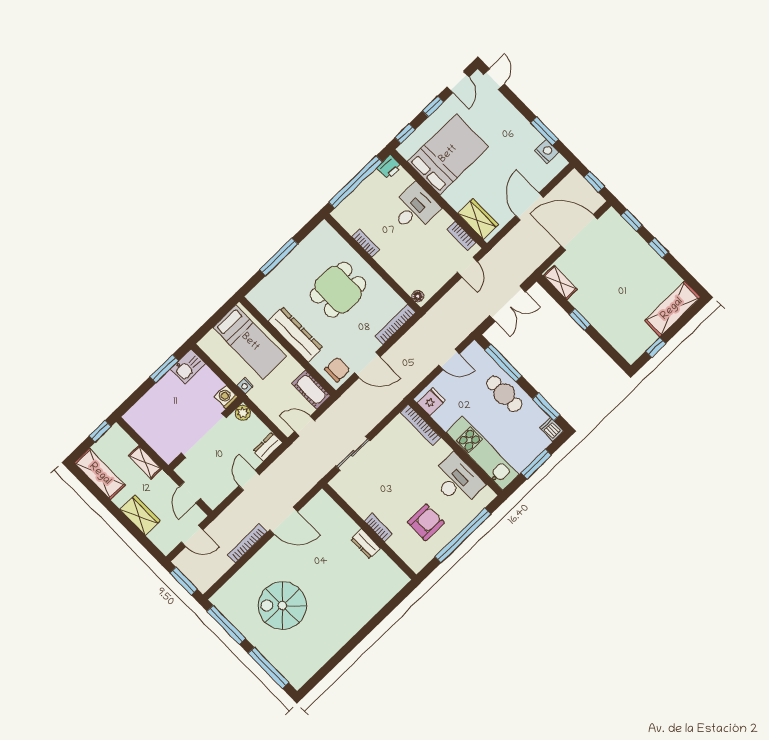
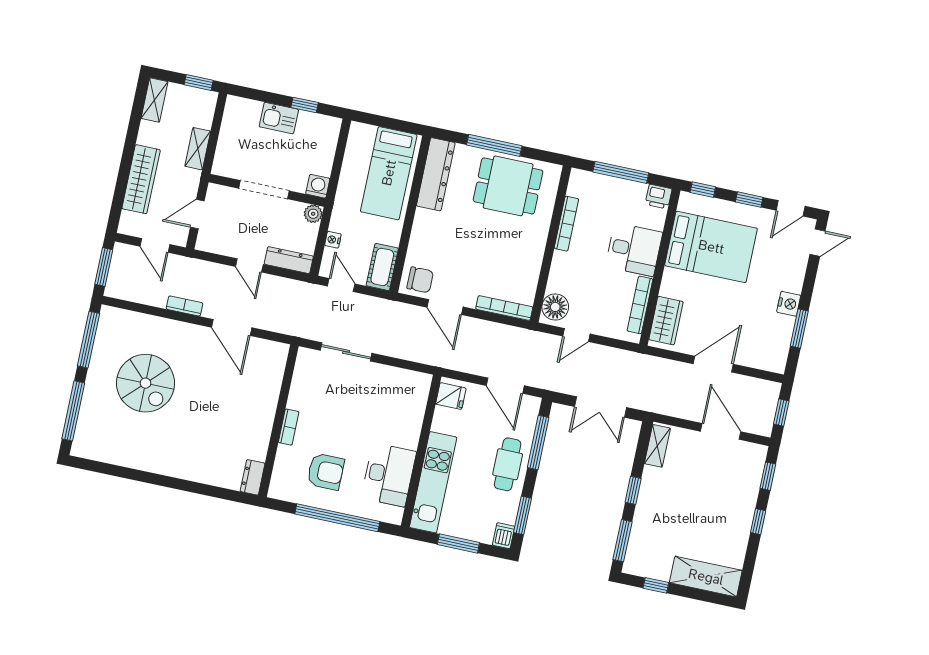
nightstand: (547, 151) -> (789, 304), moved
window: (355, 182) -> (621, 172), width x0.68
door: (579, 232) -> (721, 431), width x0.73
bookcase: (461, 236) -> (640, 305), width x1.56
bookcase: (366, 243) -> (566, 224), width x1.56
door: (467, 267) -> (576, 335), moved
dining table: (338, 290) -> (508, 186), moved
floor lamp: (418, 296) -> (555, 307), width x1.89, depth x1.89
dresser: (295, 334) -> (436, 174), moved
window: (609, 350) -> (623, 541), added
door: (449, 359) -> (505, 386), width x1.38
kitchen sink: (188, 366) -> (279, 118), moved
window: (164, 369) -> (305, 105), width x0.67
nightstand: (245, 386) -> (333, 240), moved
bookcase: (420, 425) -> (420, 401), removed
doorway: (204, 435) -> (264, 190), width x0.73
dresser: (268, 447) -> (289, 260), width x1.44
shelving: (100, 474) -> (154, 100), width x0.67, depth x0.75
door: (249, 480) -> (249, 265), swing flipped
wardrobe: (140, 515) -> (141, 179), width x1.50
bookcase: (247, 543) -> (184, 306), width x0.64
dresser: (366, 544) -> (253, 477), moved
spiral stairs: (282, 606) -> (146, 383), turned 180

